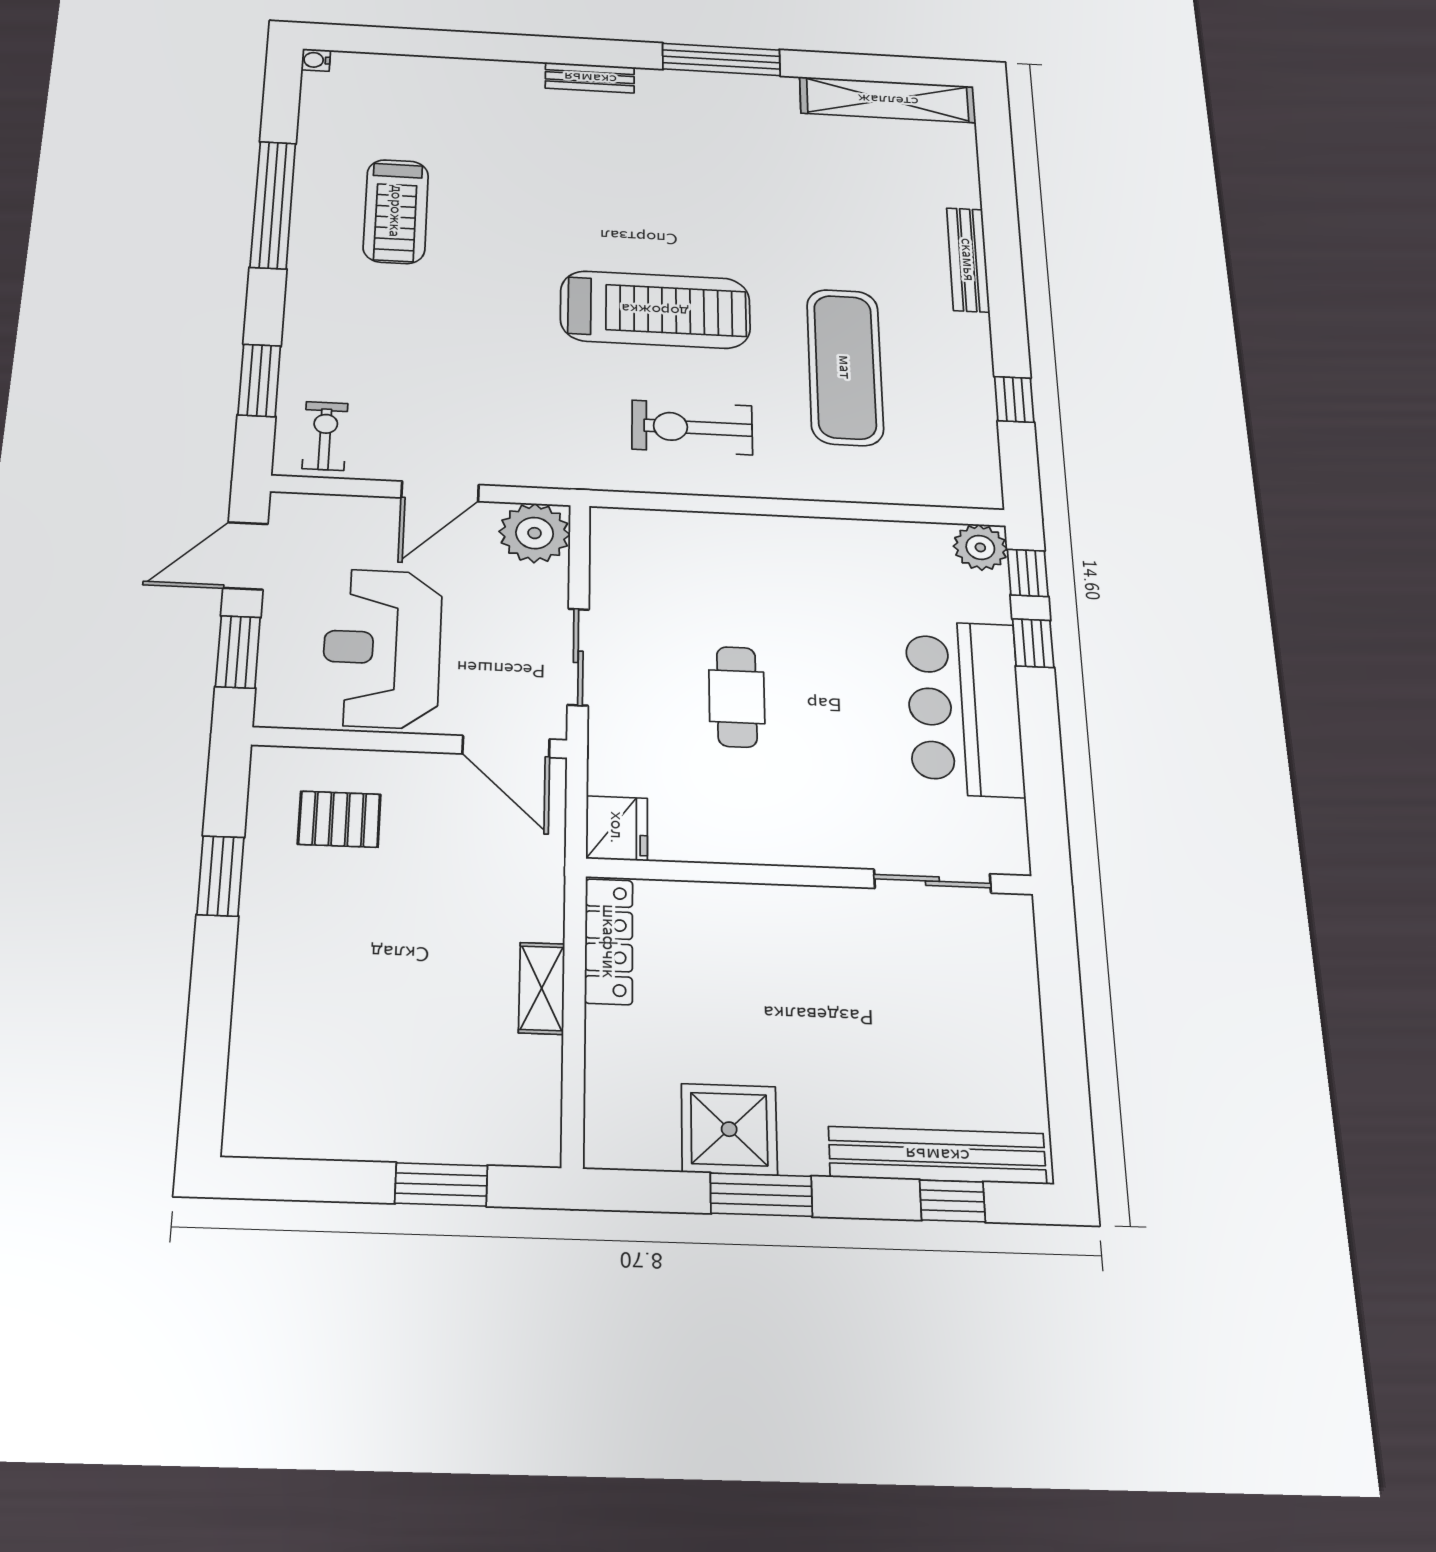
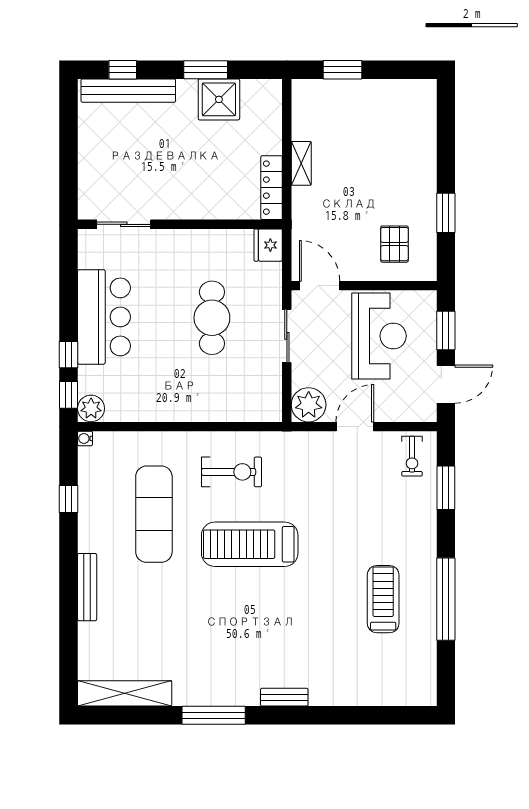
water cooler: (316, 60) -> (85, 439), moved, turned 180
cafe table: (737, 697) -> (212, 318), width x1.37, depth x1.35
pallet: (339, 819) -> (394, 244), turned 90

